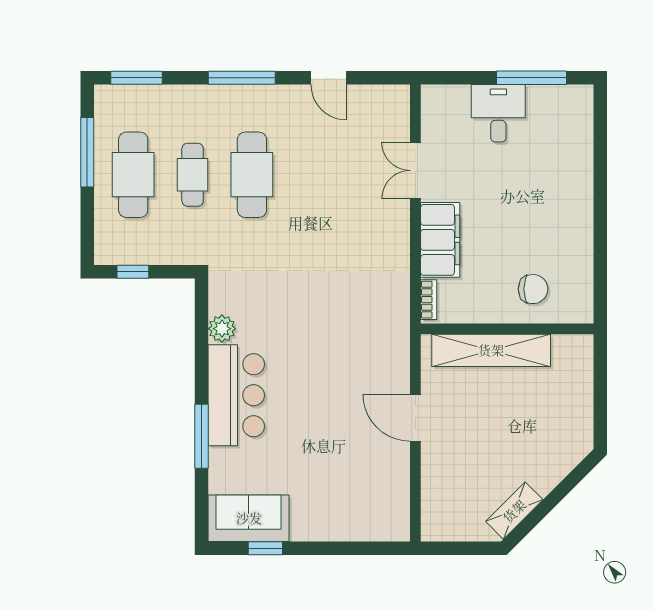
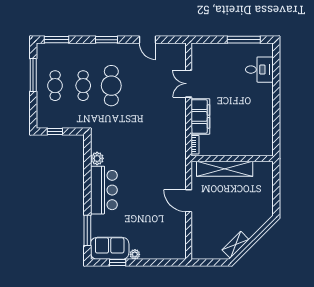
window: (242, 78) -> (106, 40), width x0.69
desk: (498, 113) -> (259, 70), moved, turned 90
cafe table: (133, 175) -> (55, 86), width x0.73, depth x0.74
chair: (533, 289) -> (244, 140), removed
window: (201, 436) -> (87, 230), moved
plant: (302, 531) -> (135, 254), added

